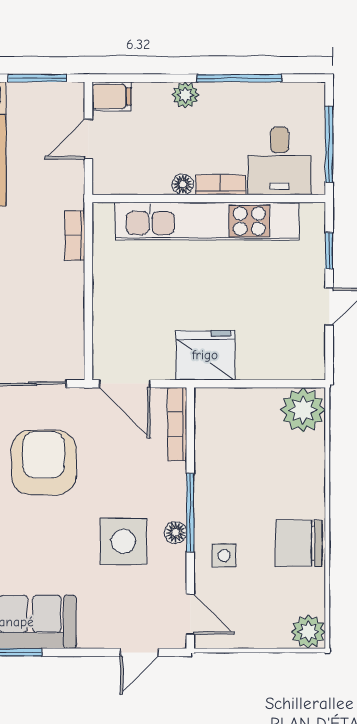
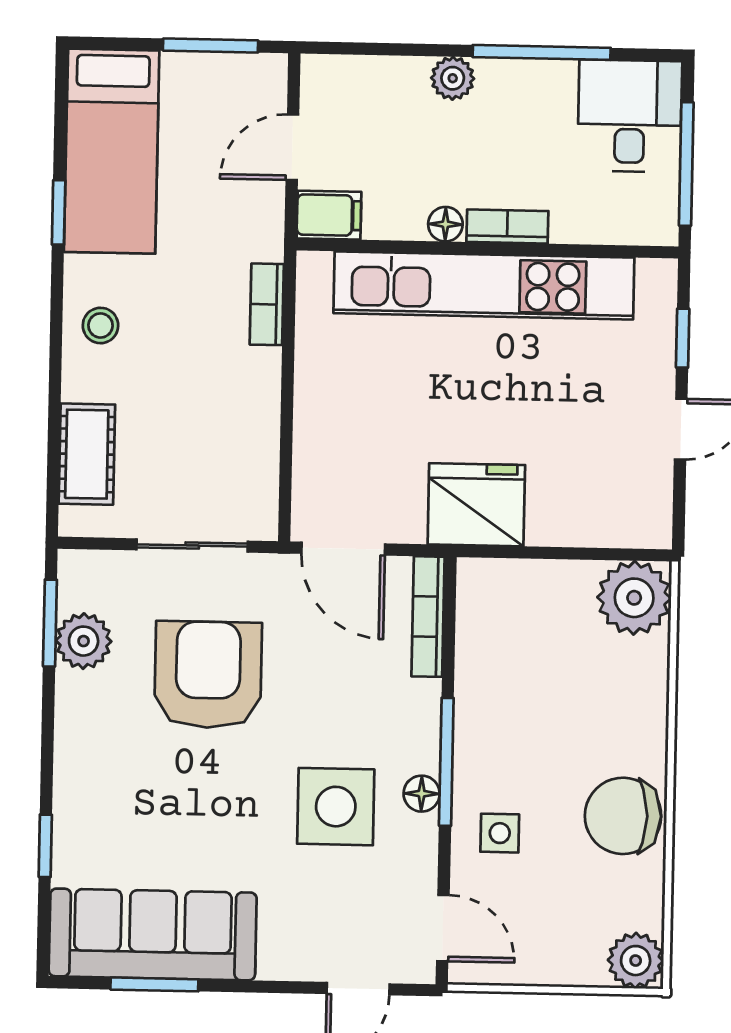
filing cabinet: (112, 96) -> (329, 215), moved
desk: (280, 161) -> (630, 116), moved, turned 180

